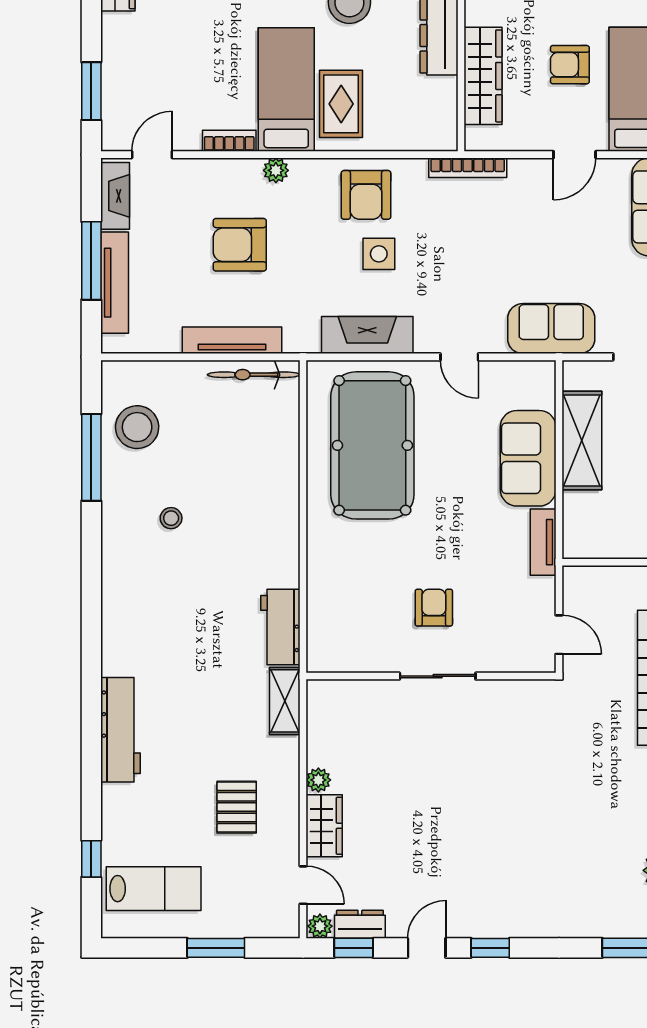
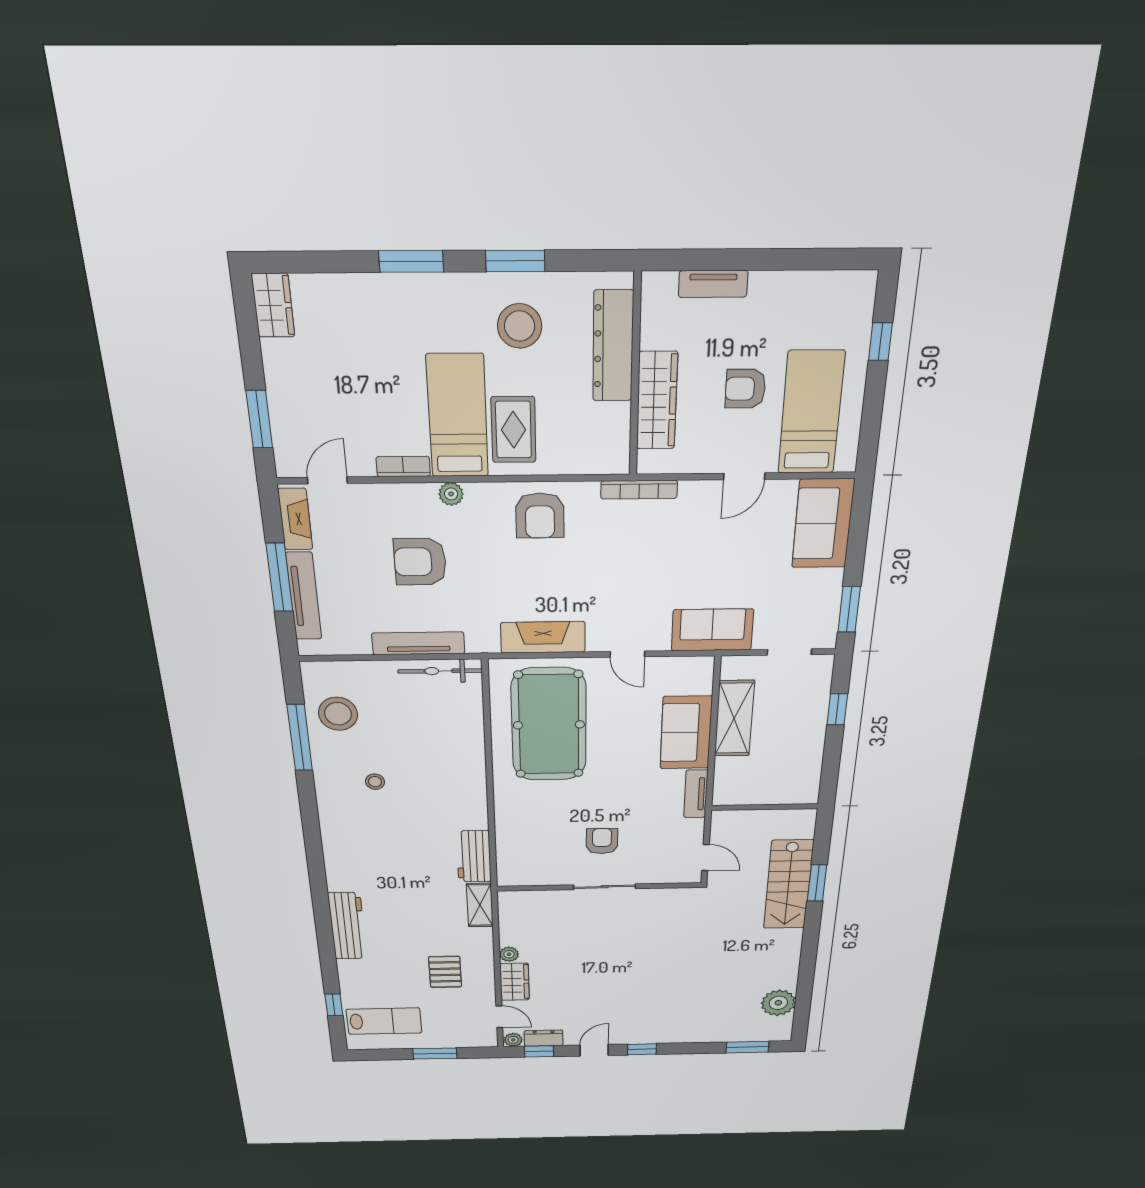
side table: (379, 254) -> (553, 568), removed

